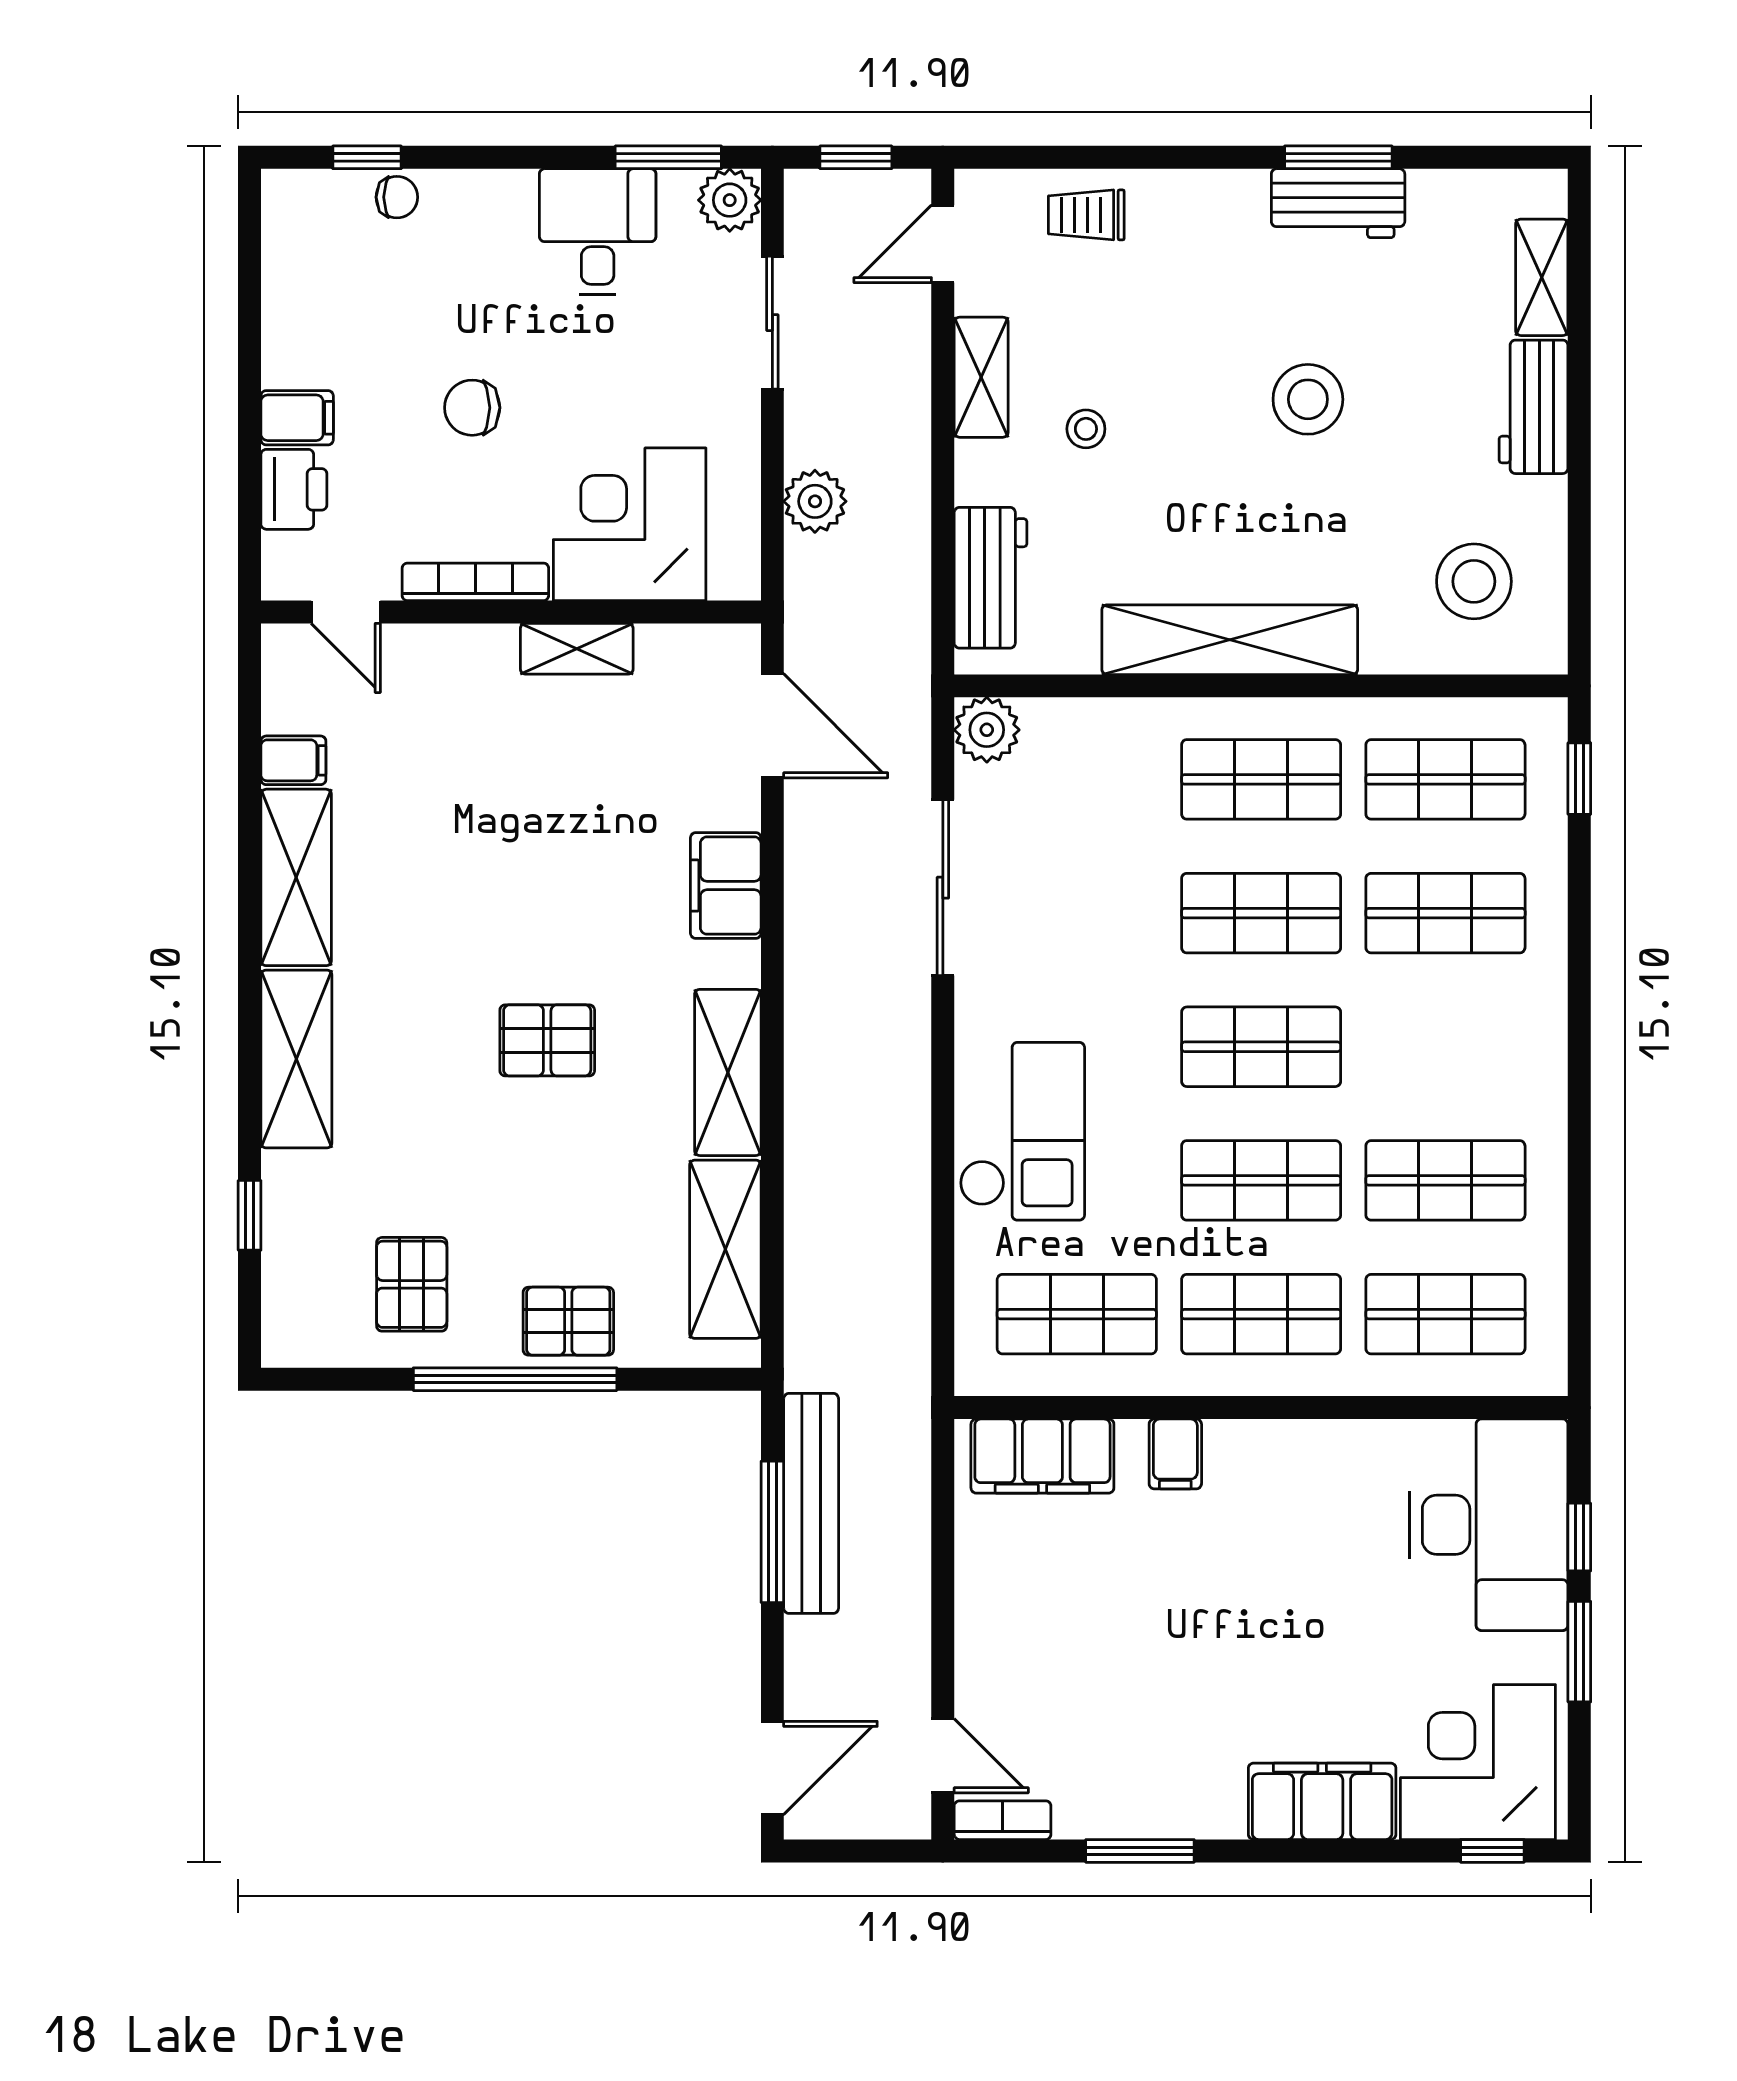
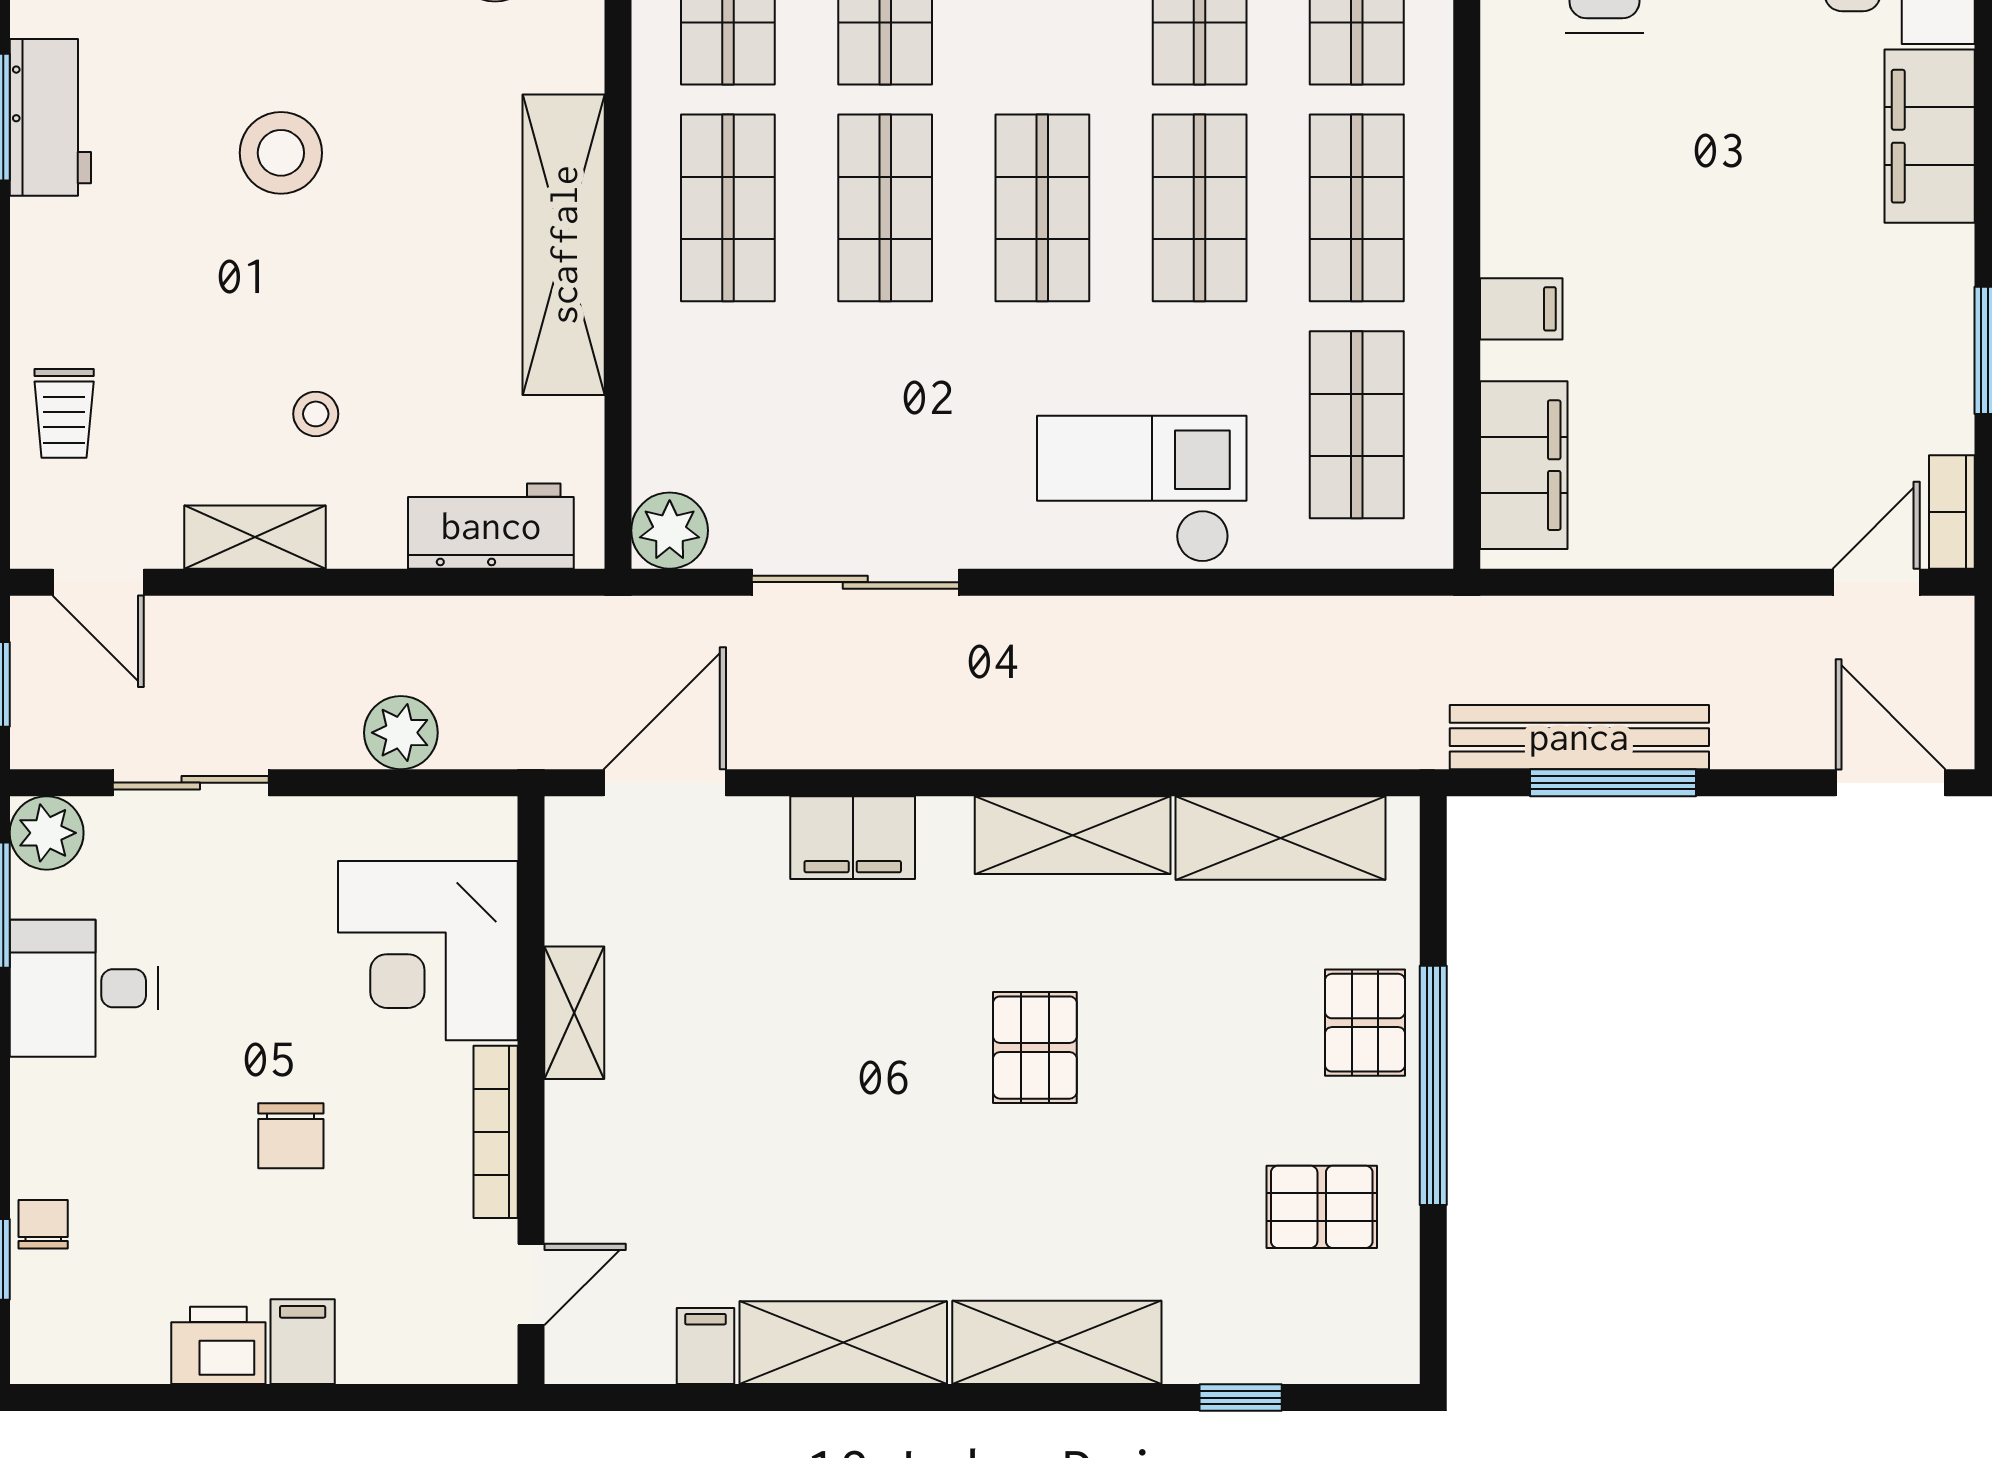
printer: (294, 489) -> (218, 1345), moved

